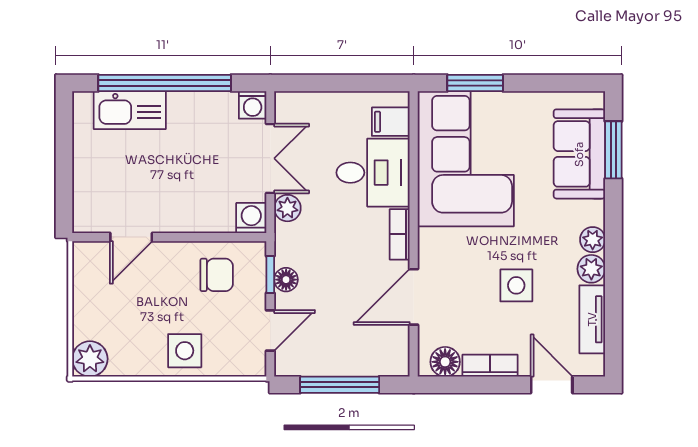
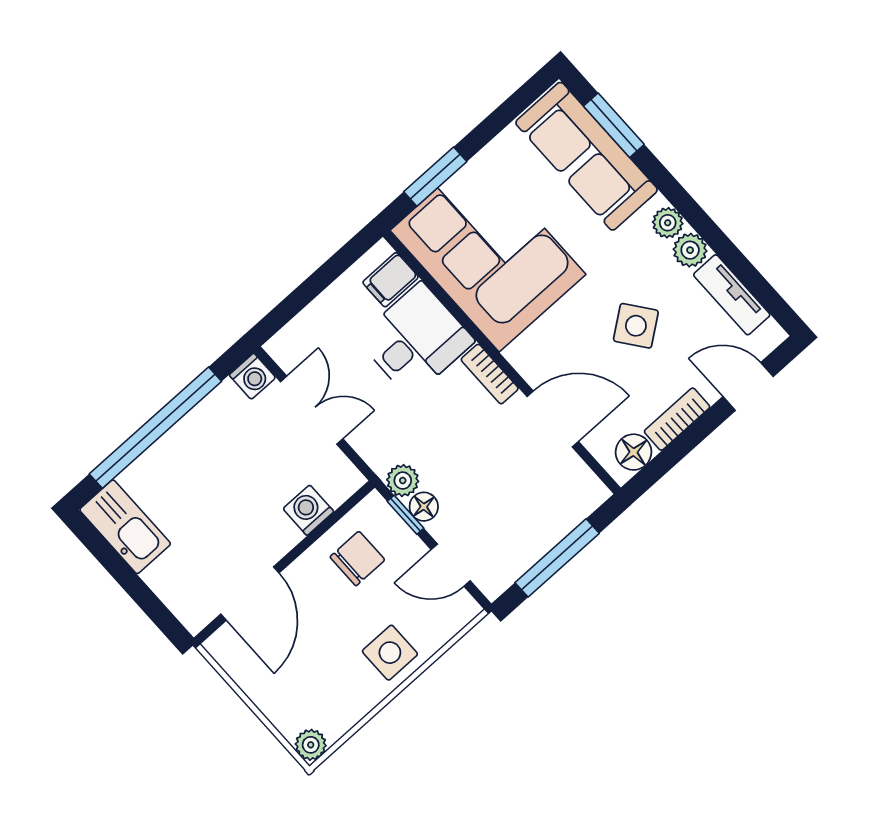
kitchen sink: (130, 110) -> (125, 527), moved, turned -90
sofa: (579, 154) -> (587, 156), width x1.36
plant: (287, 208) -> (403, 481), moved
washing machine: (251, 218) -> (308, 510), moved
door: (131, 237) -> (250, 594), width x1.38
side table: (516, 285) -> (636, 326), turned -37
door: (414, 297) -> (553, 419), swing flipped
door: (270, 330) -> (451, 565), swing flipped
plant: (90, 359) -> (311, 745), width x0.73, depth x0.73

